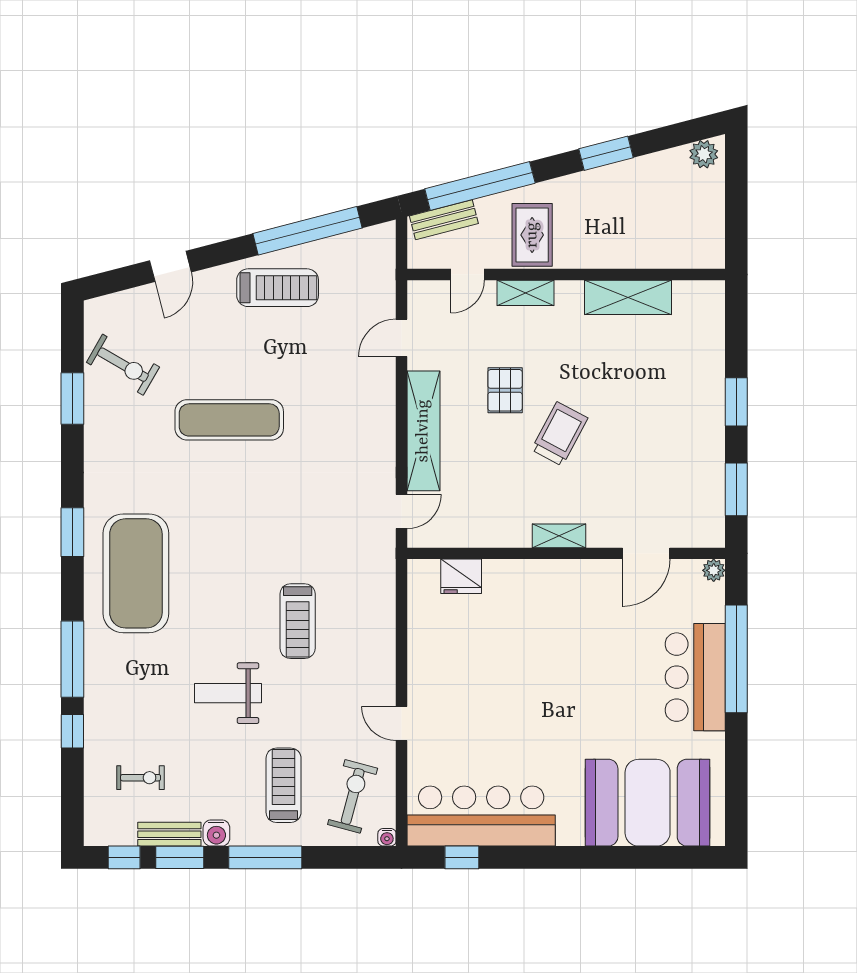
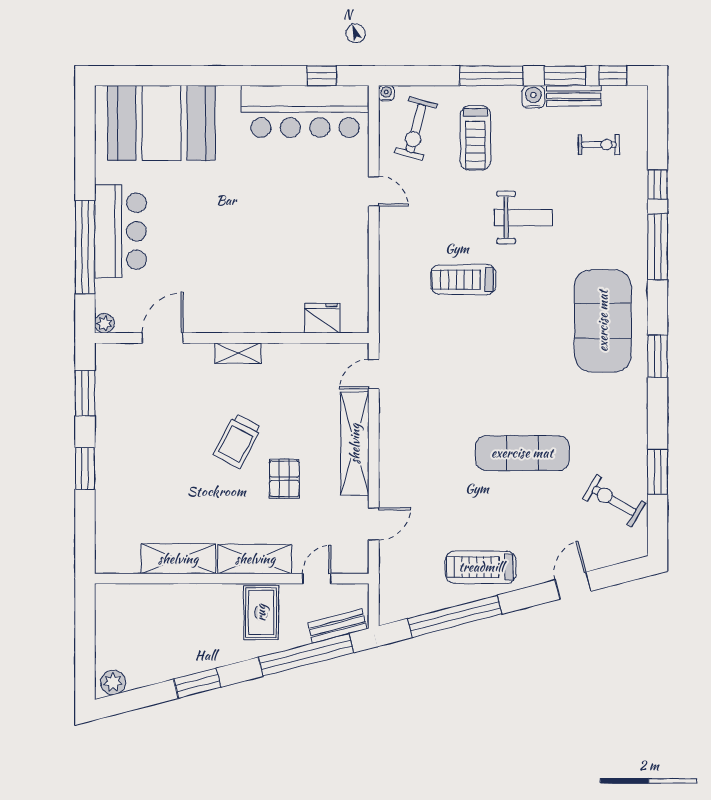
shelving: (525, 293) -> (255, 559), width x1.50, depth x1.33
treadmill: (298, 621) -> (463, 280), turned -90
exercise bike: (141, 778) -> (599, 145), turned 180

